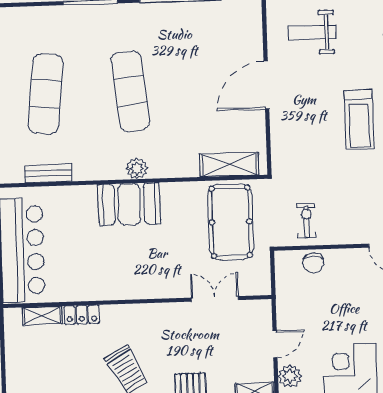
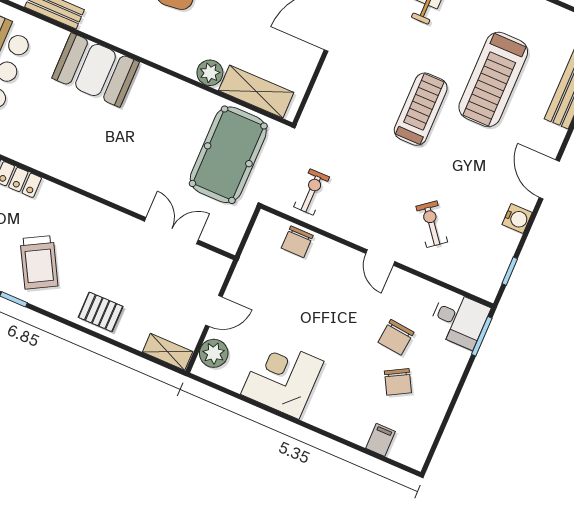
treadmill: (359, 120) -> (421, 109), turned 180
plant: (137, 168) -> (210, 73), moved
booth: (129, 204) -> (96, 70), moved

